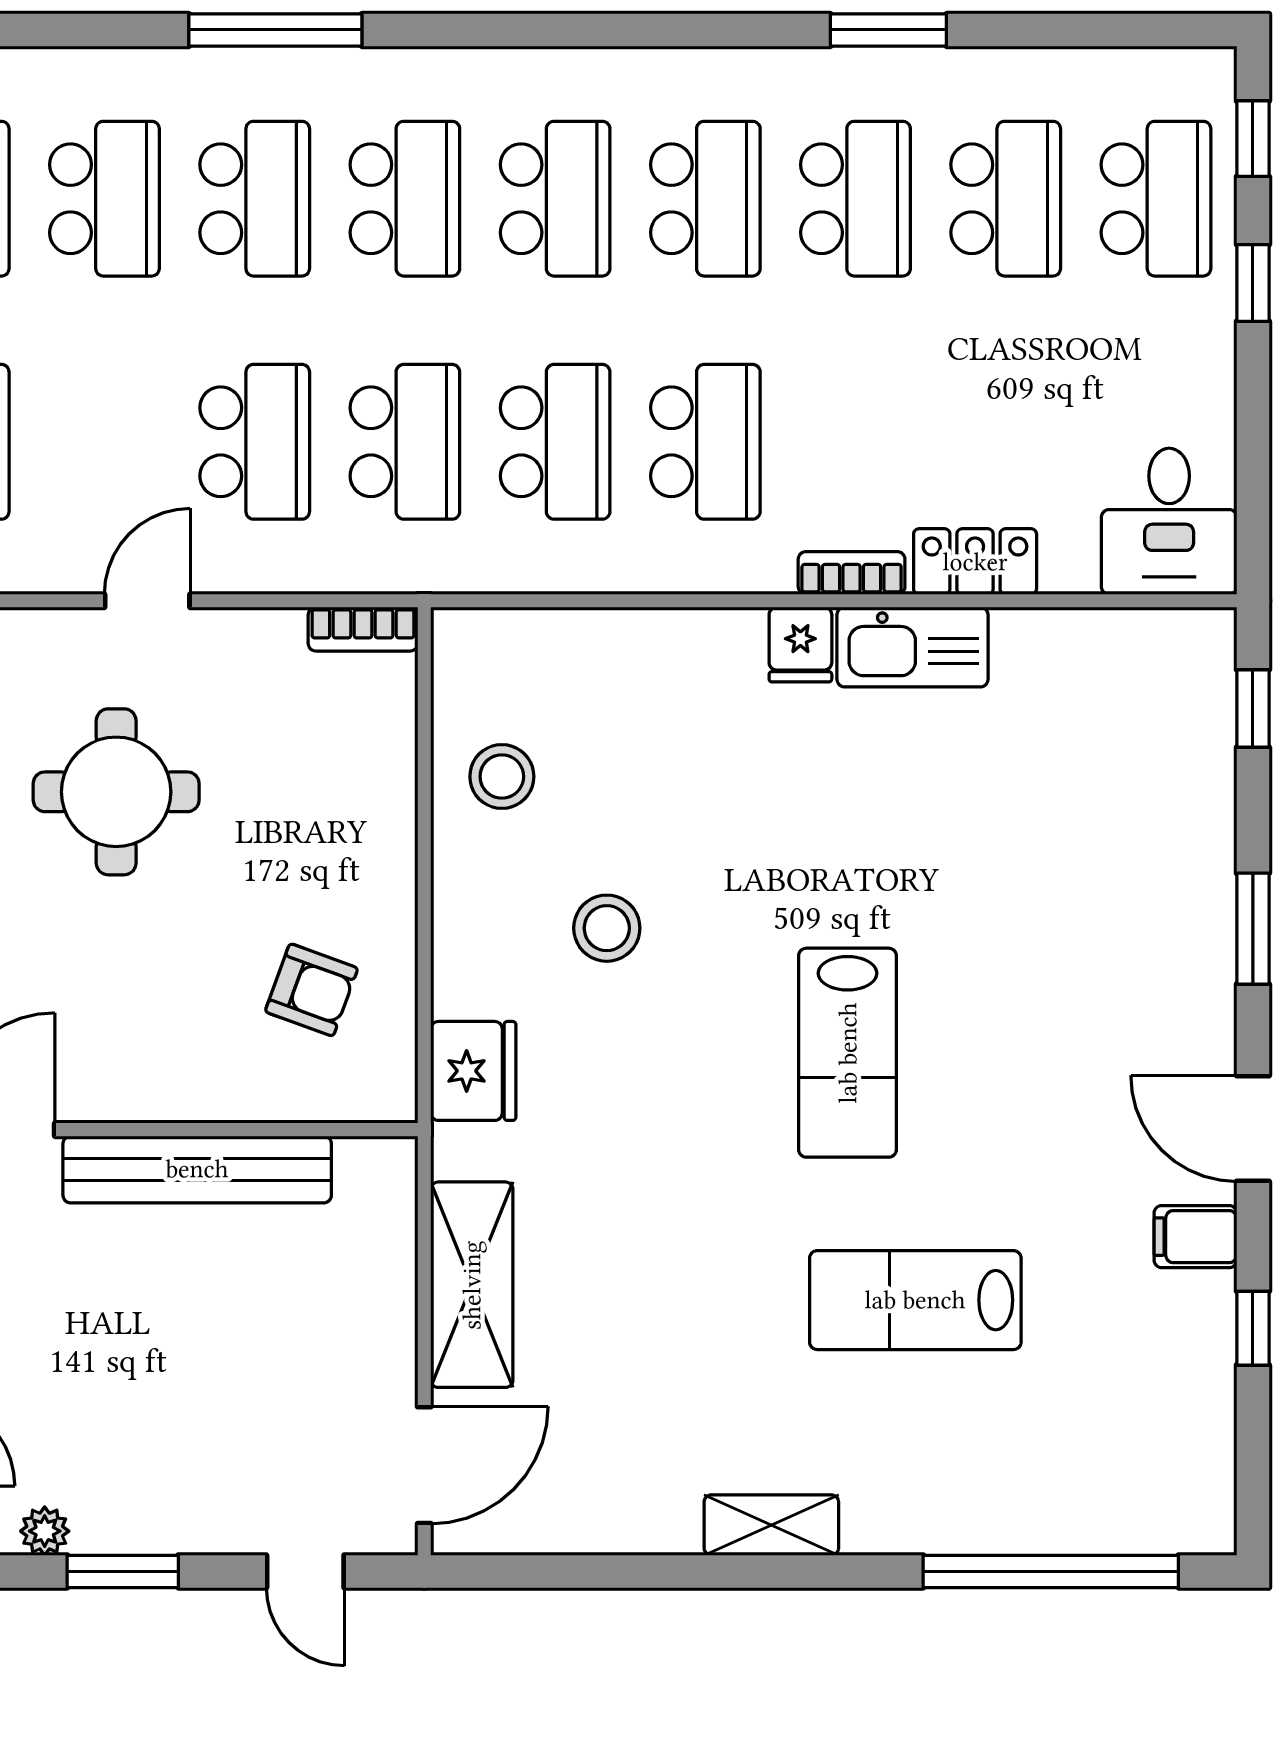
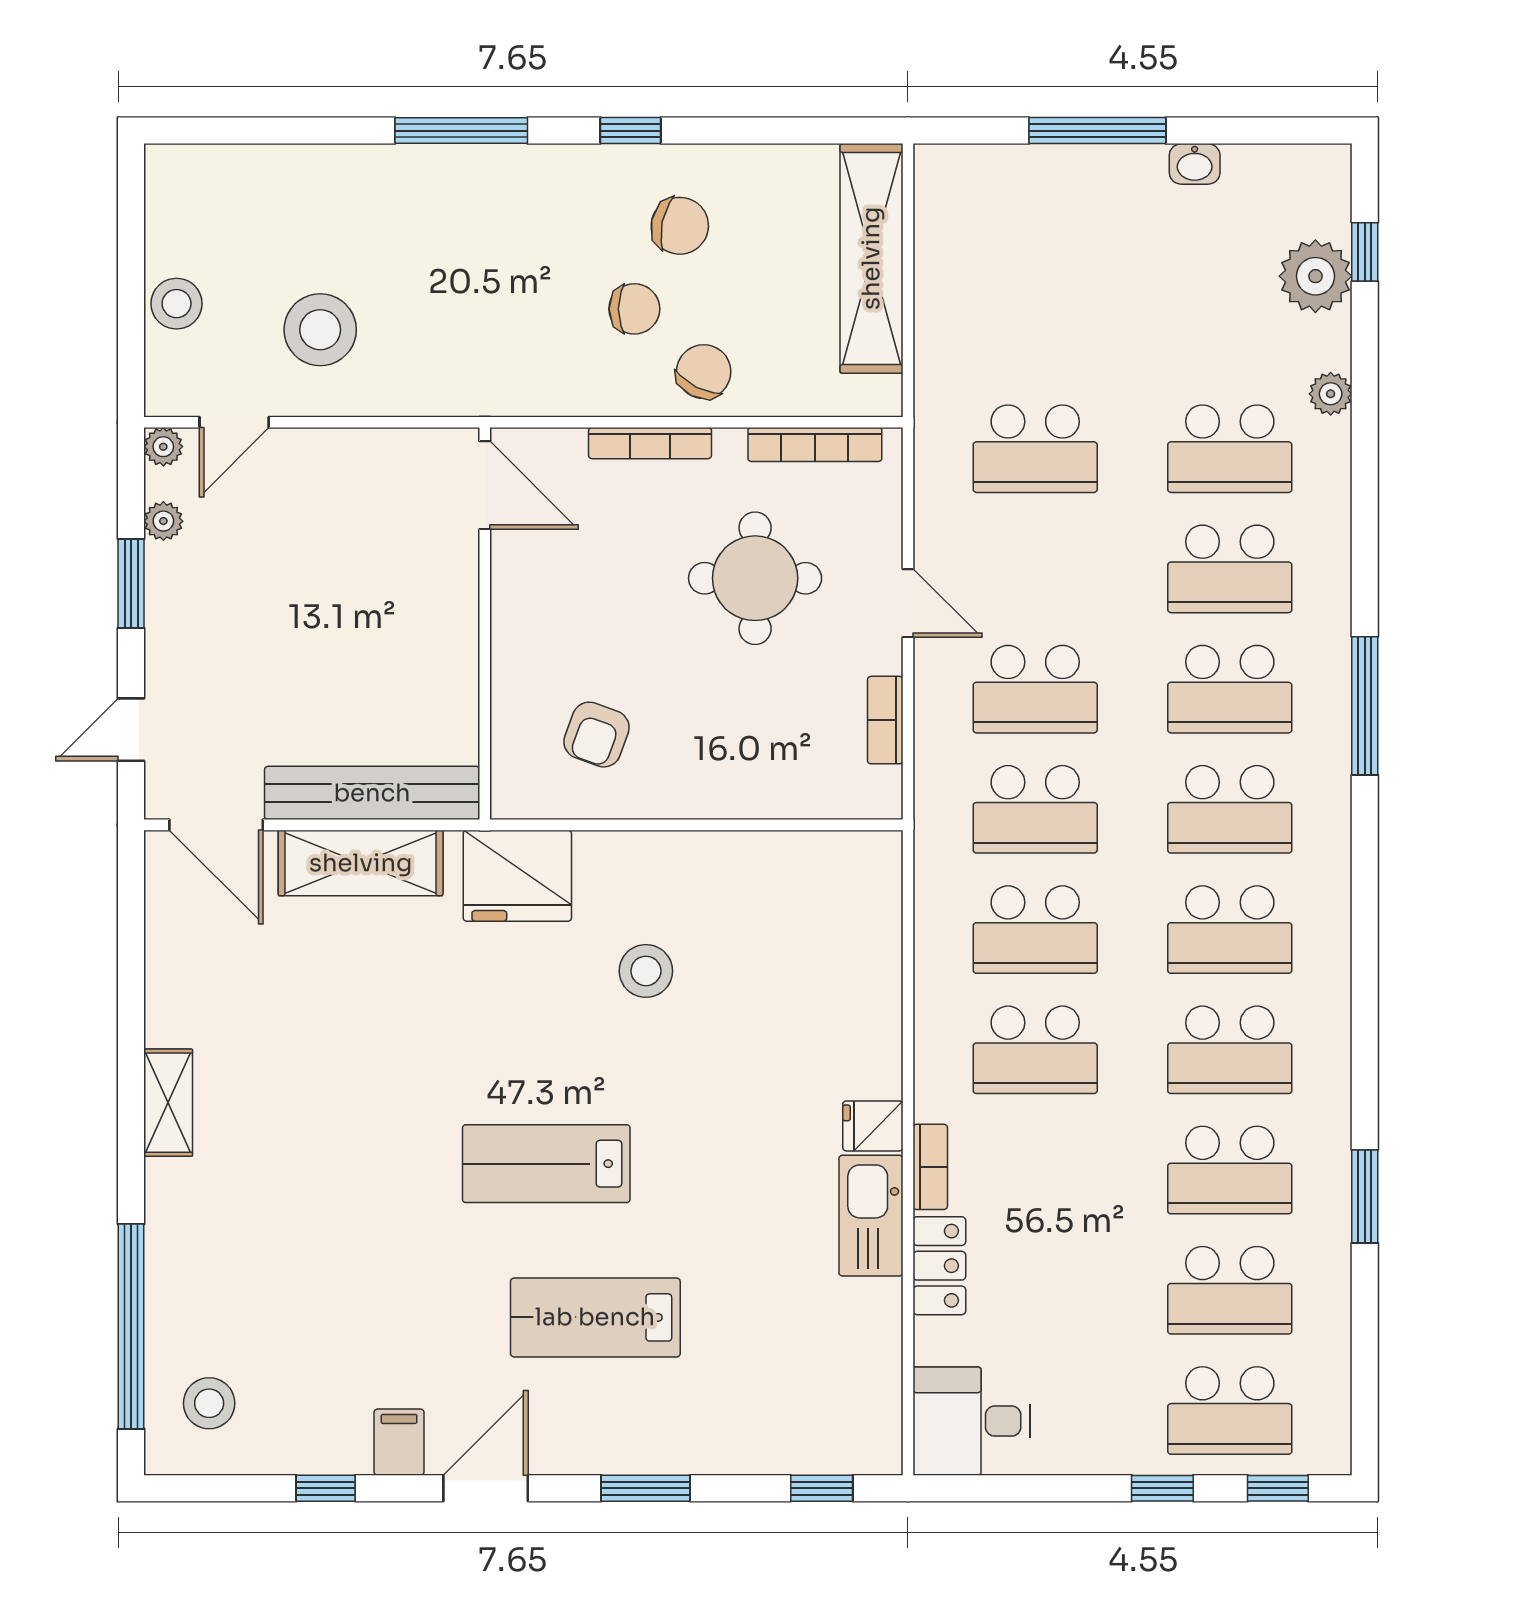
bookcase: (363, 629) -> (885, 720), moved
stool: (502, 777) -> (209, 1403), moved
fridge: (473, 1071) -> (517, 876), width x1.36, depth x1.34
bench: (197, 1169) -> (372, 793), moved, turned 90
lab bench: (915, 1300) -> (595, 1317), moved, turned -90

